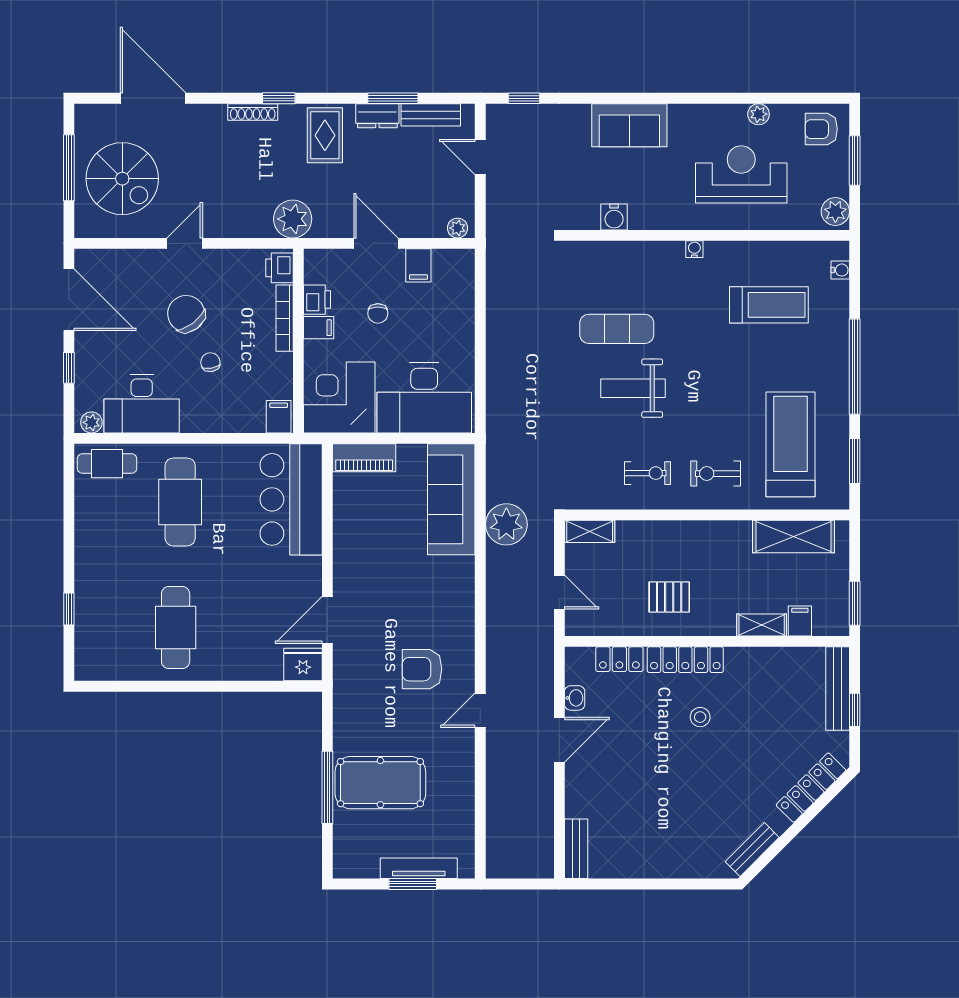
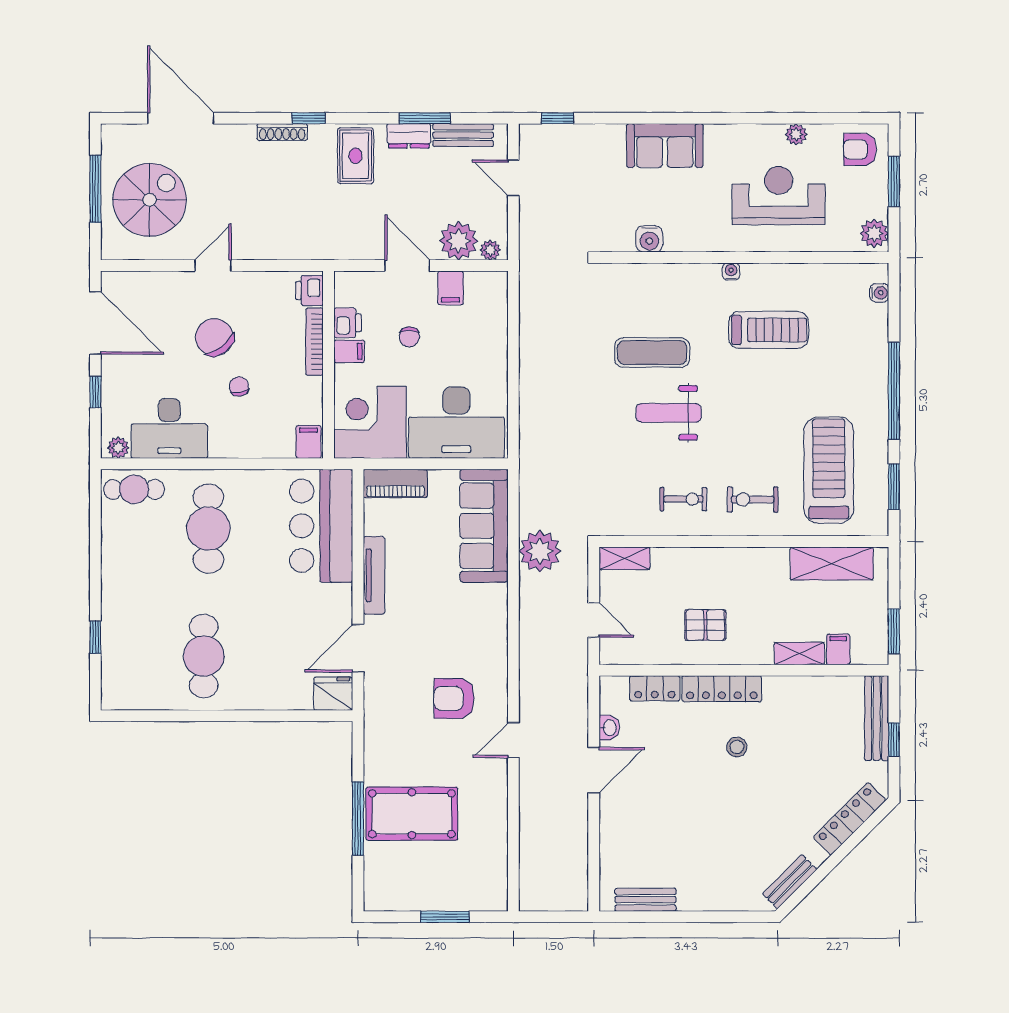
spiral stairs: (122, 179) -> (150, 200), turned -90
plant: (293, 219) -> (459, 241), moved
treadmill: (769, 305) -> (768, 330), moved
bench: (576, 849) -> (646, 900), moved, turned 90
tv unit: (419, 868) -> (374, 575), moved, turned 90

